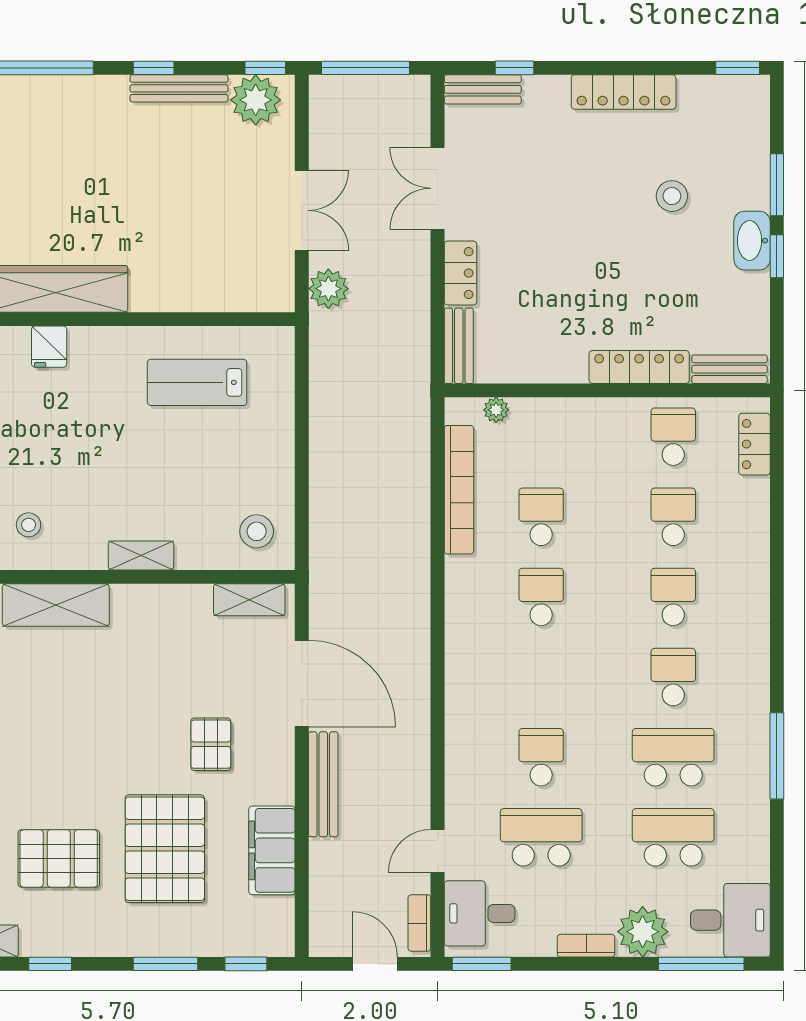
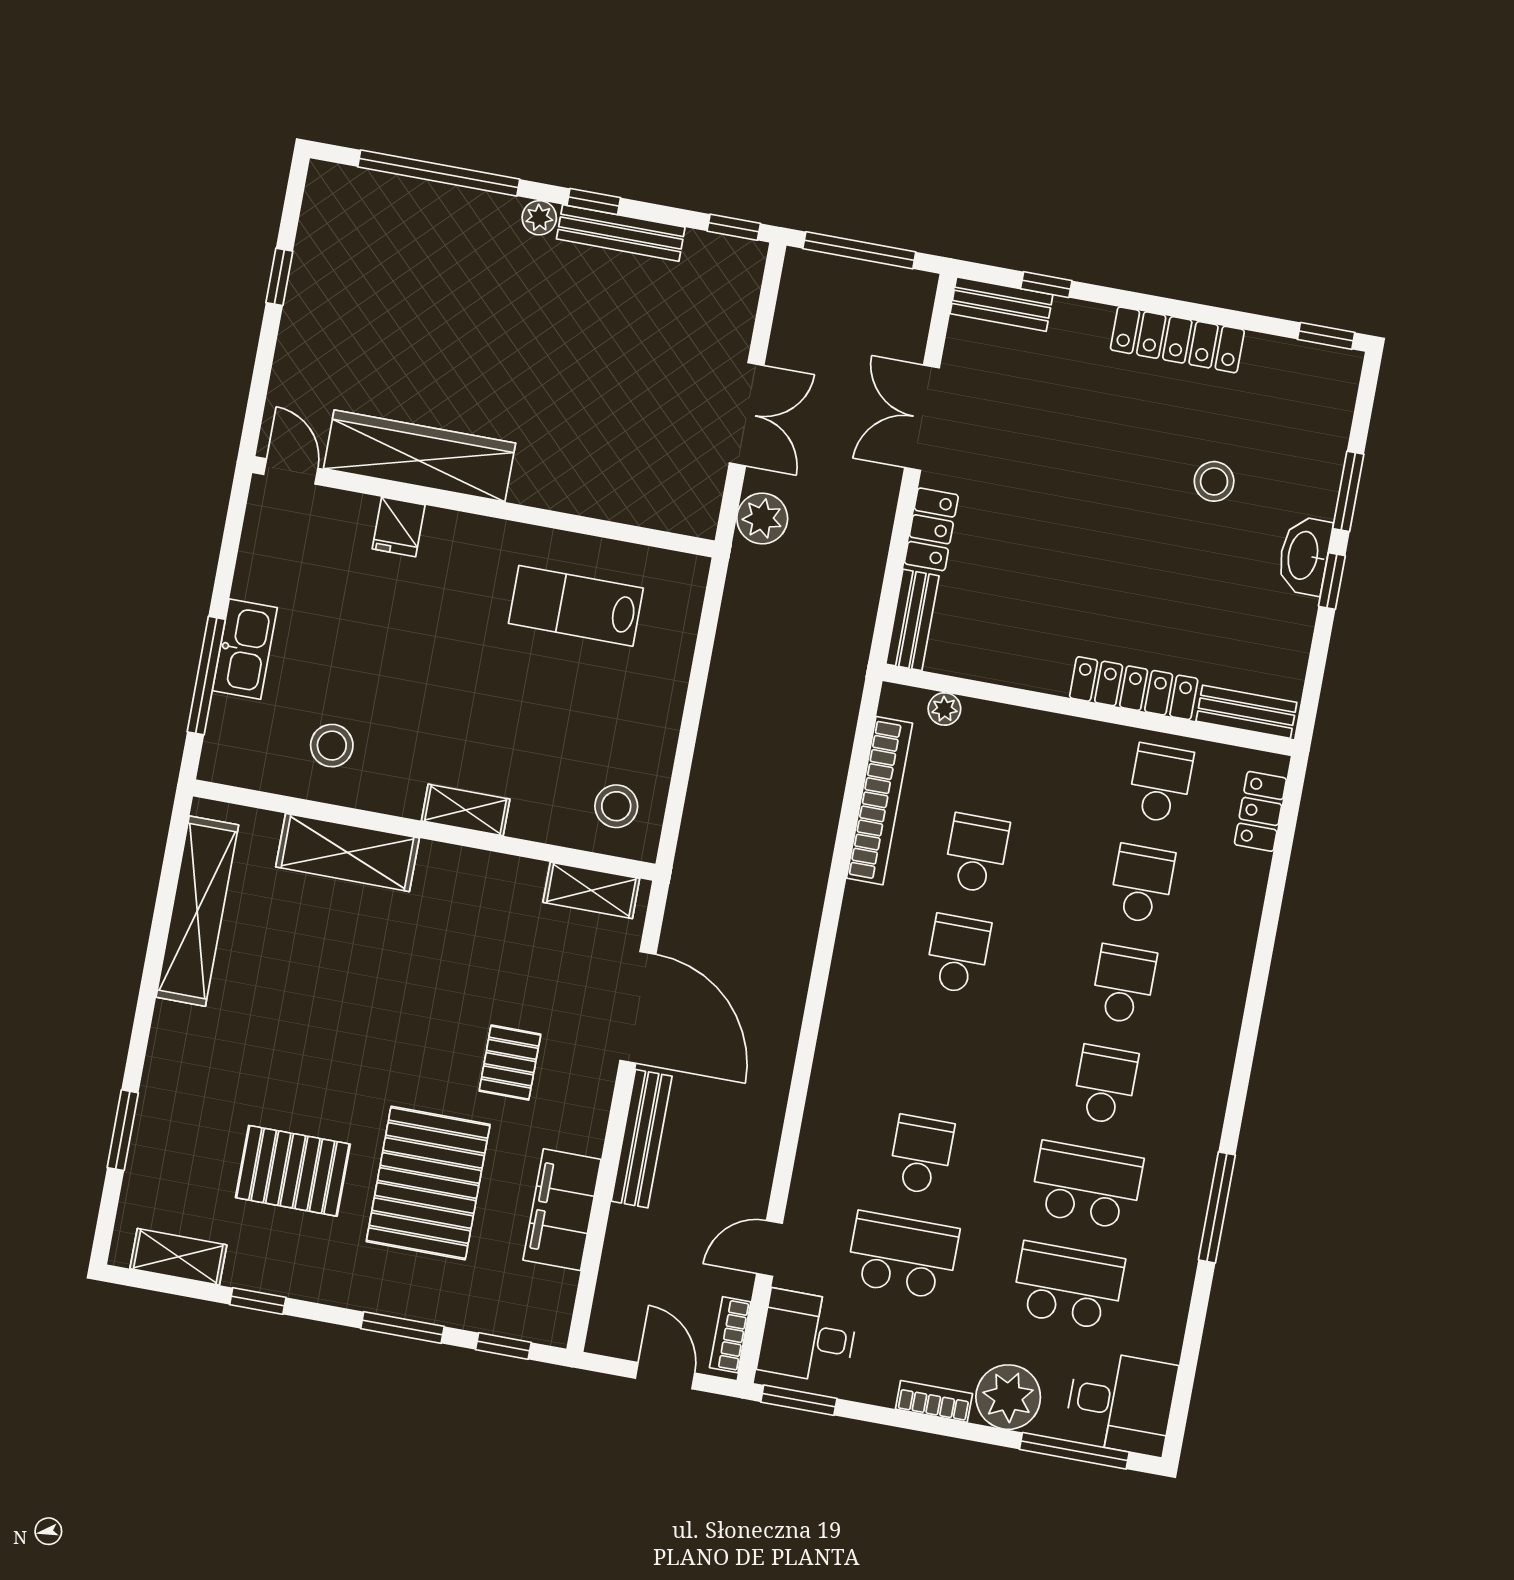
plant: (256, 100) -> (539, 218), moved, width x0.53, depth x0.53
stool: (29, 525) -> (332, 746), width x1.37, depth x1.37

